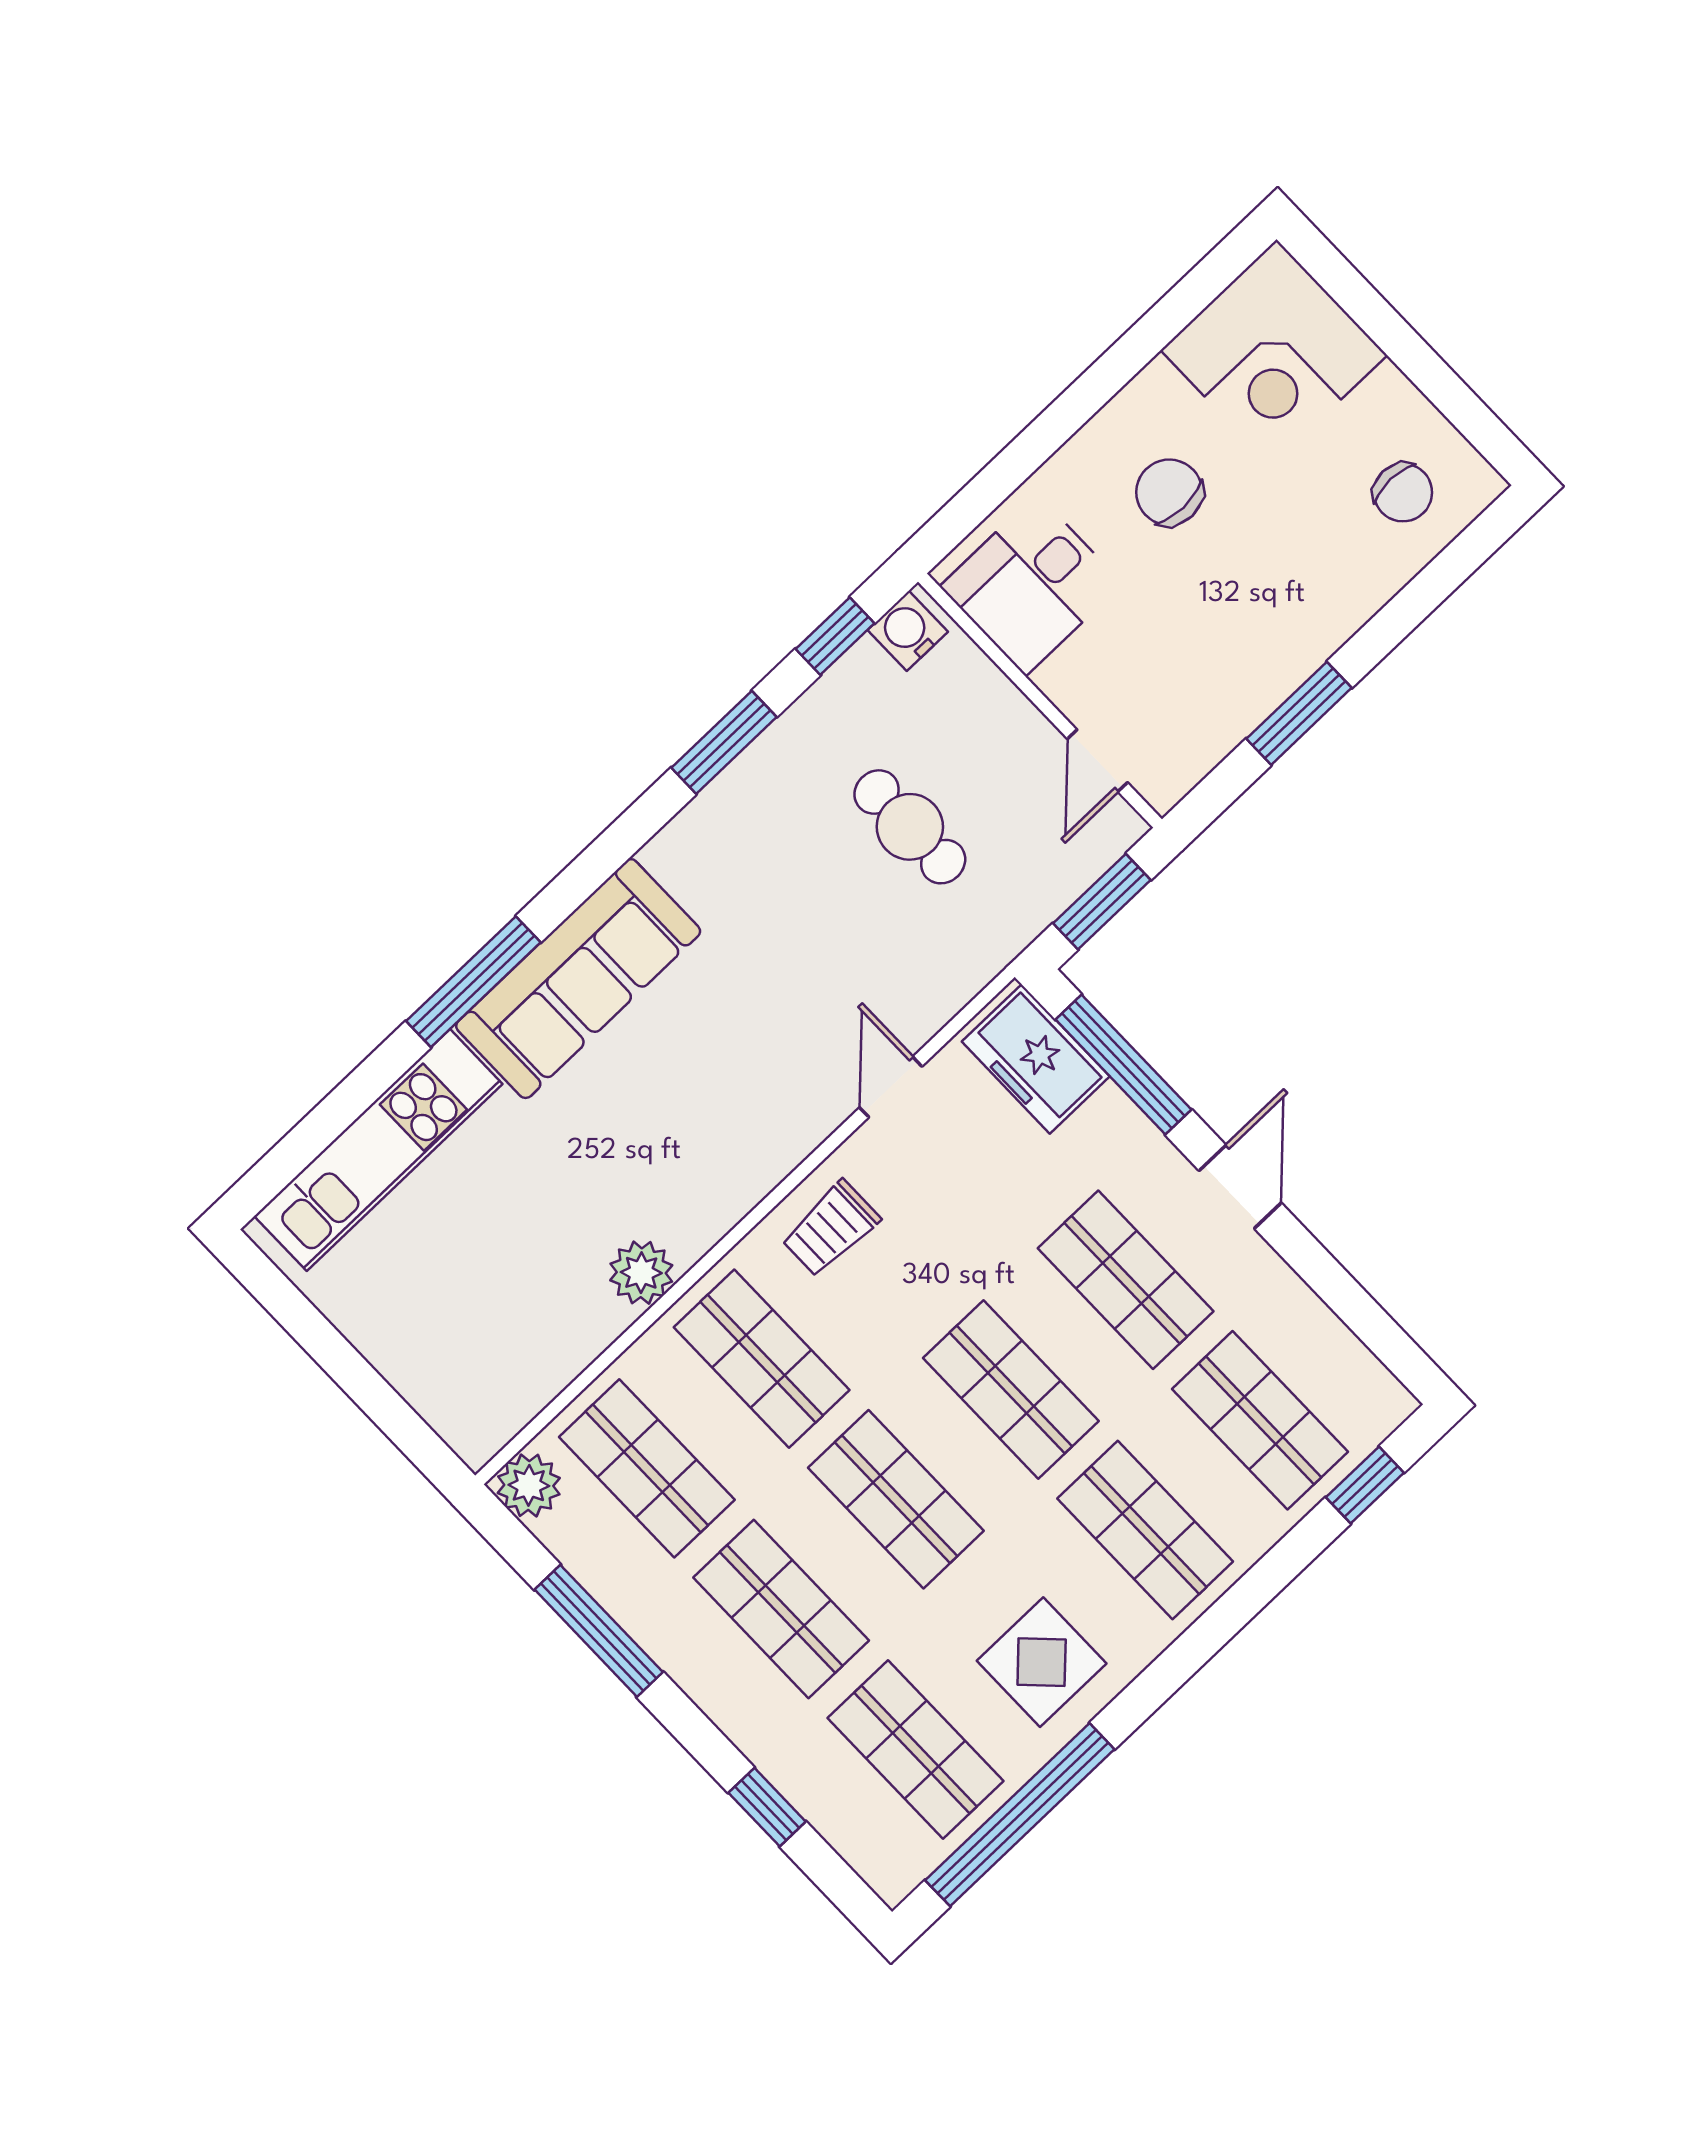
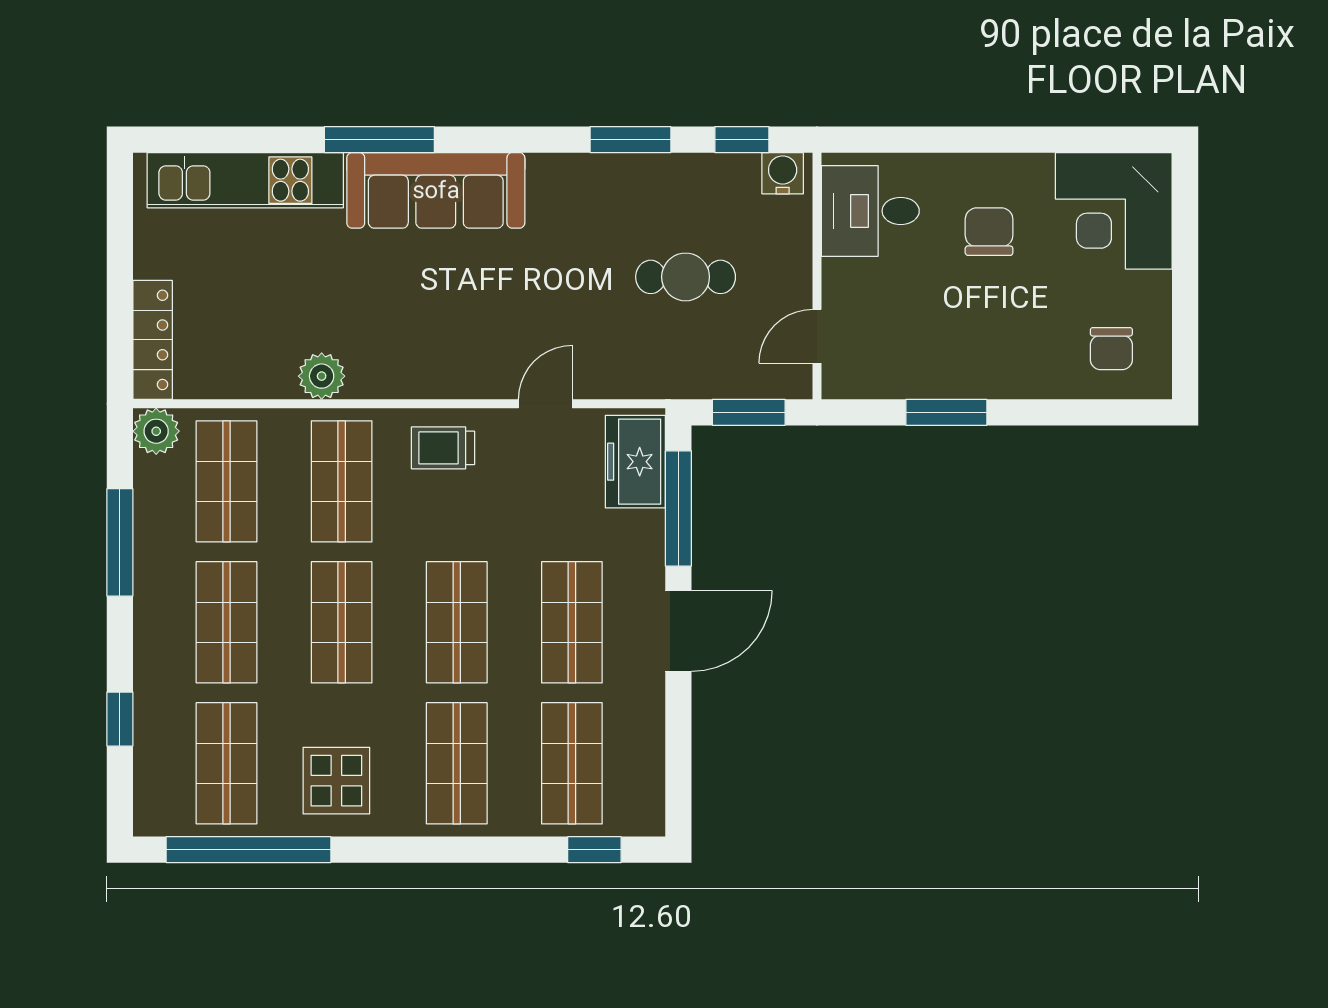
cafe table: (910, 827) -> (686, 277), turned 90
door: (1240, 1187) -> (678, 631), width x1.38
locker: (438, 1398) -> (153, 340), added

